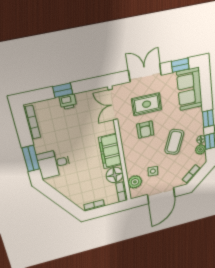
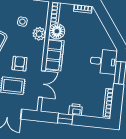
window: (63, 90) -> (65, 119), moved
double door: (113, 105) -> (42, 84), moved
plant: (135, 182) -> (39, 34), moved

